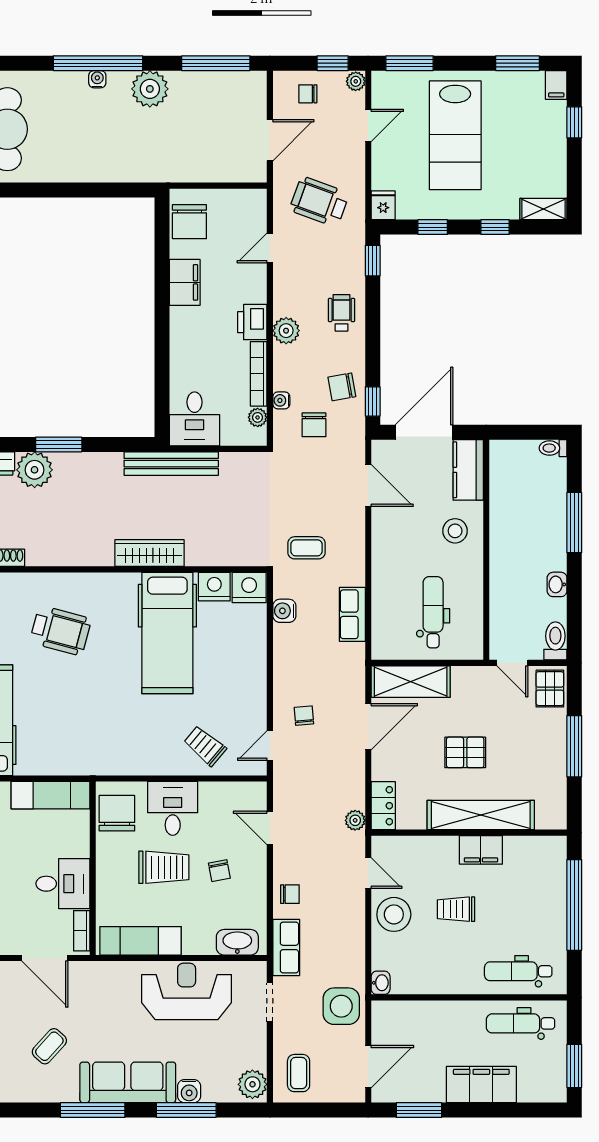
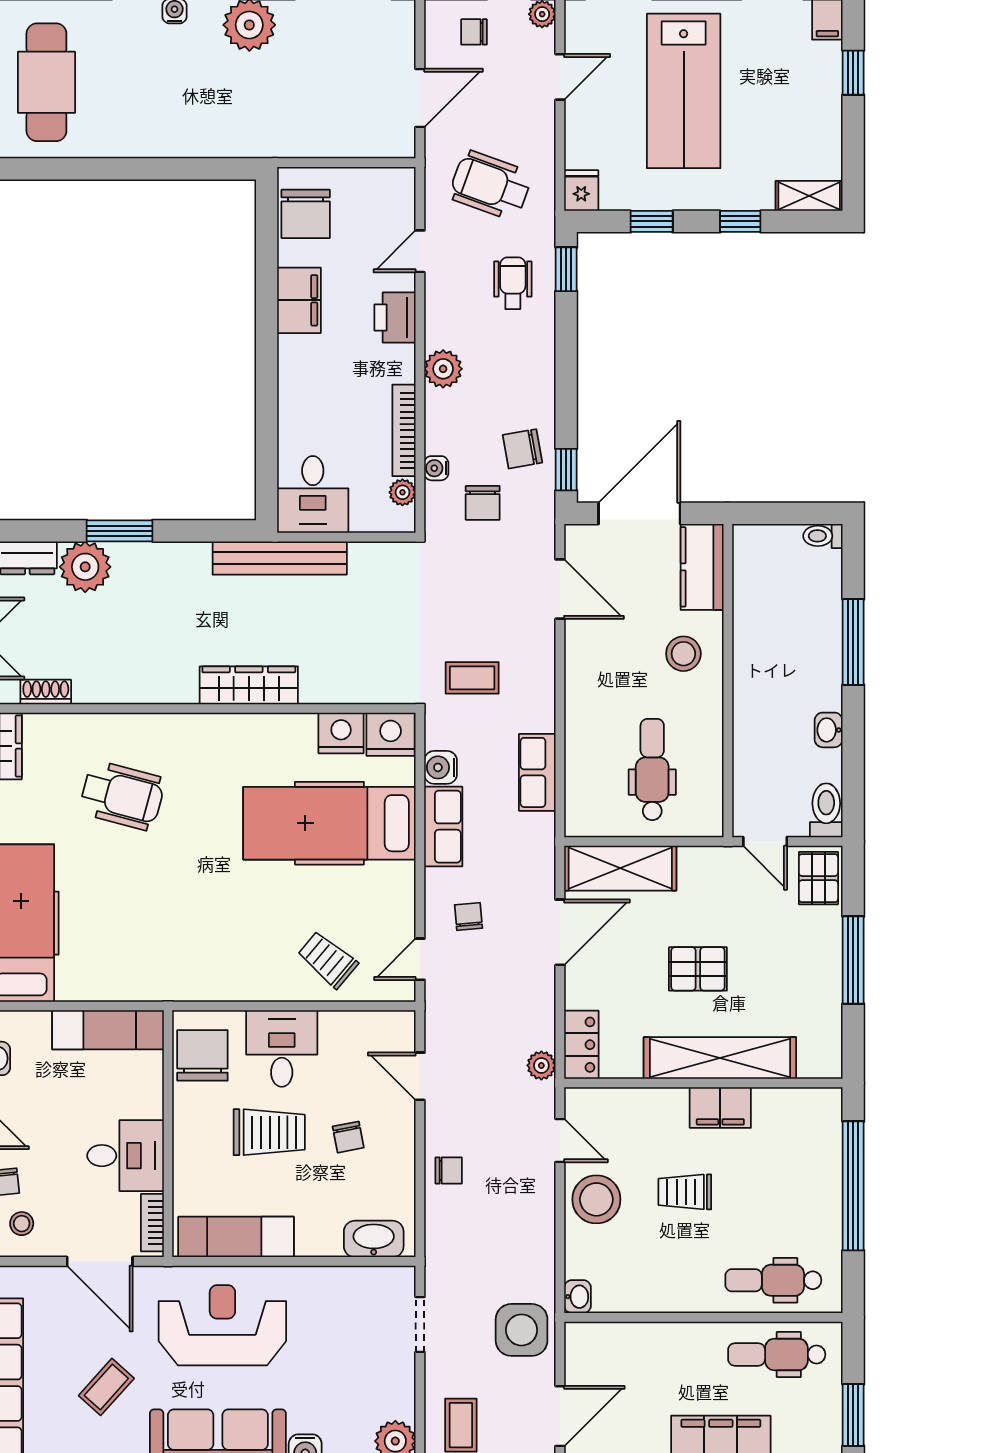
wheelchair: (342, 313) -> (513, 283), moved
printer: (252, 322) -> (395, 317), moved
hospital bed: (167, 633) -> (329, 823), moved, turned 90
row of seats: (286, 947) -> (443, 827), moved
reception desk: (187, 991) -> (222, 1325), moved

